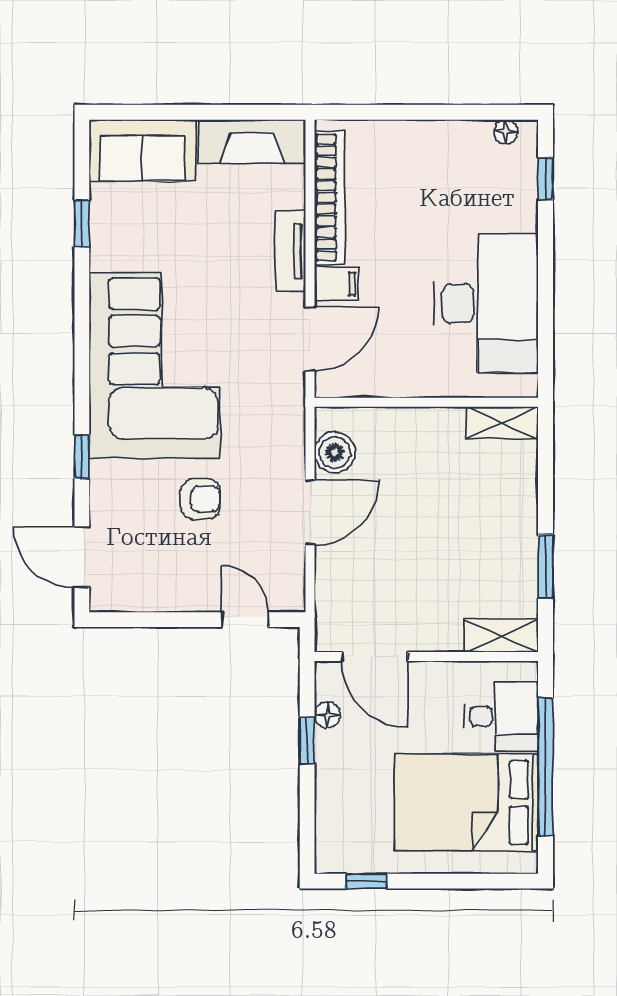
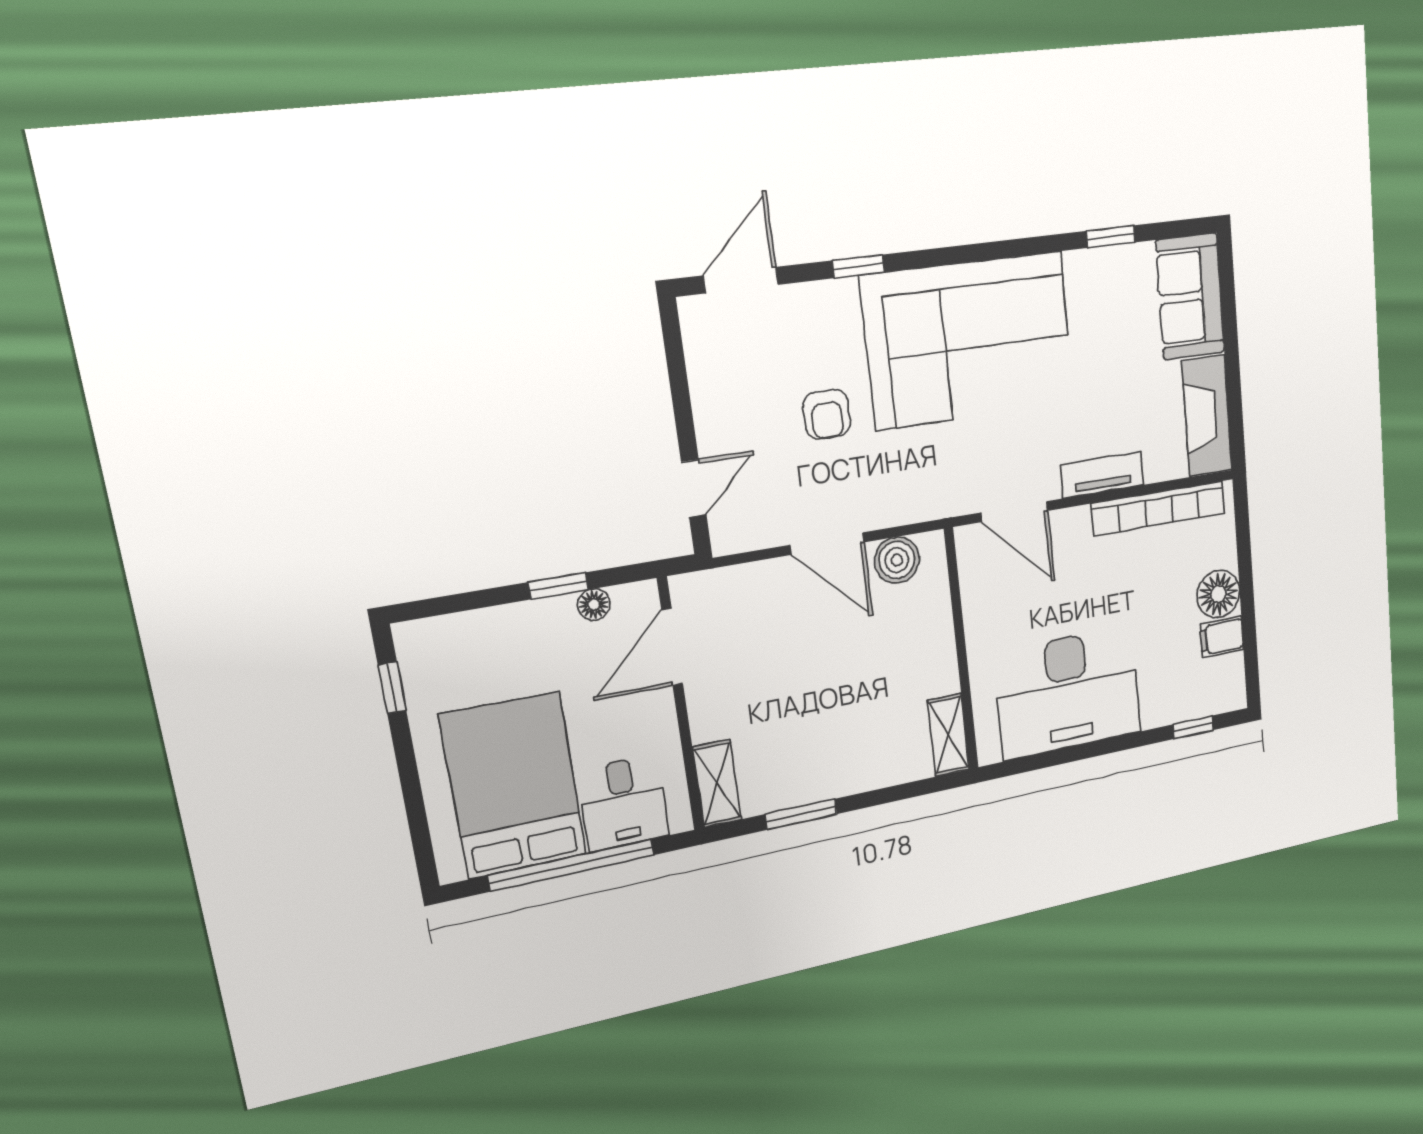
floor lamp: (506, 132) -> (1218, 594), moved, width x1.89, depth x1.89
filing cabinet: (336, 284) -> (1222, 637), moved, turned 90

